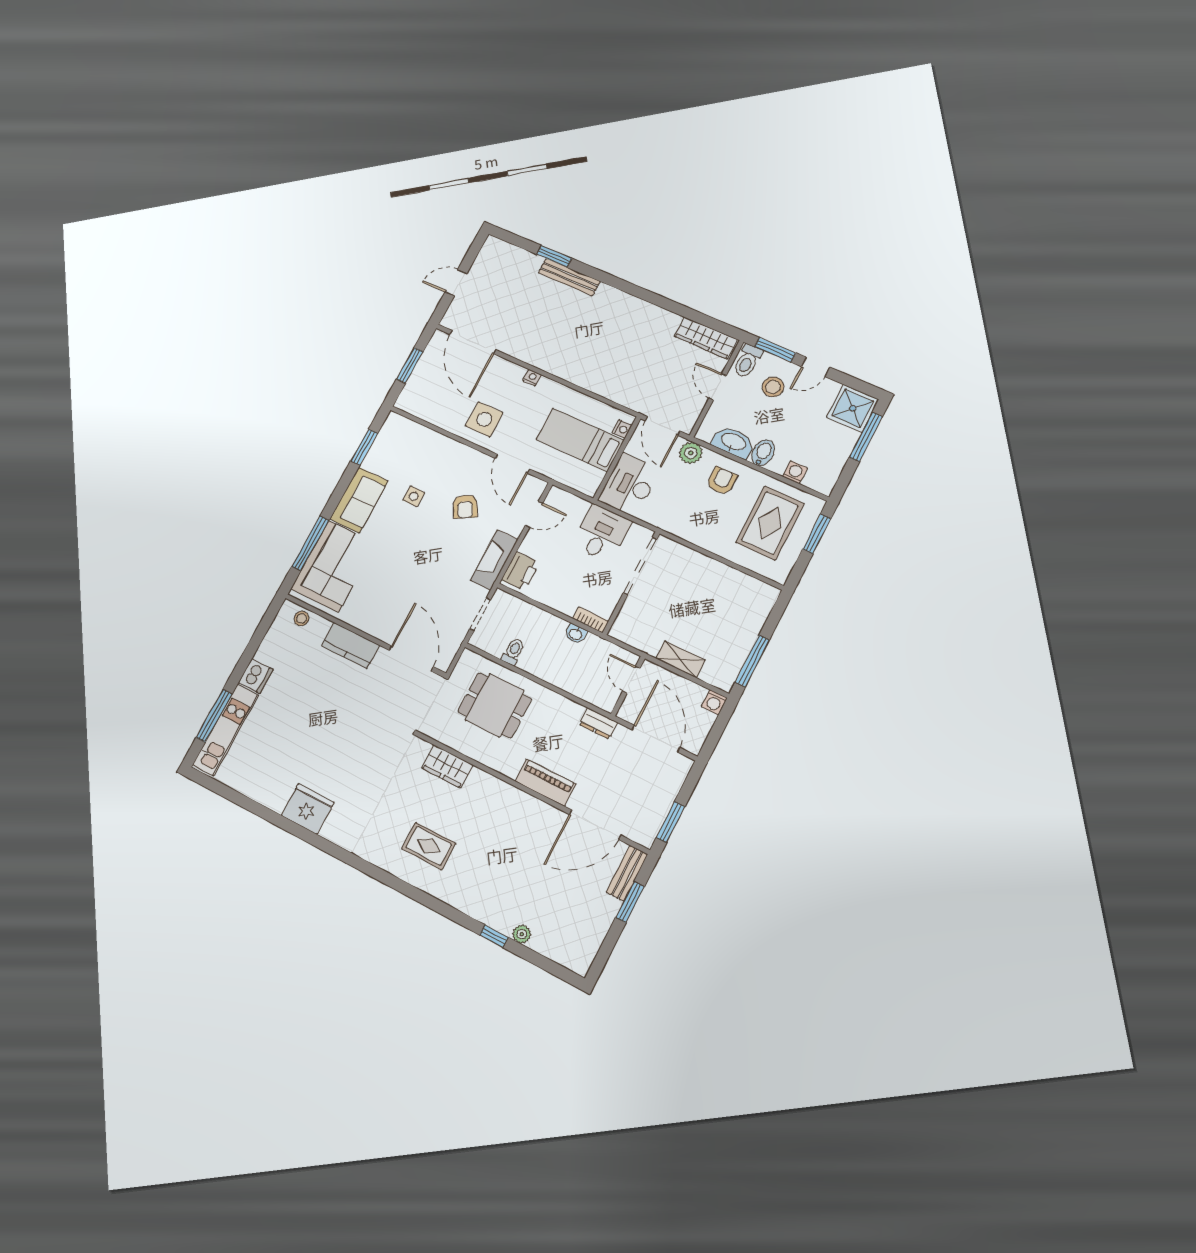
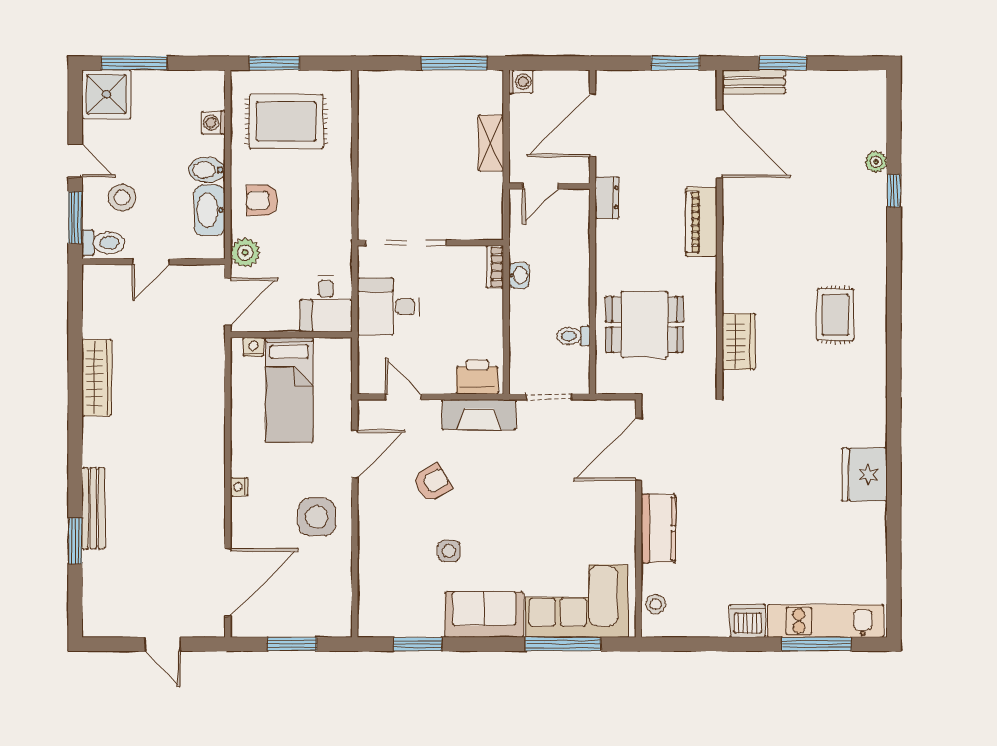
wardrobe: (706, 338) -> (97, 378), moved
desk: (629, 485) -> (326, 304), width x0.73
dining table: (495, 705) -> (644, 325), turned 90

